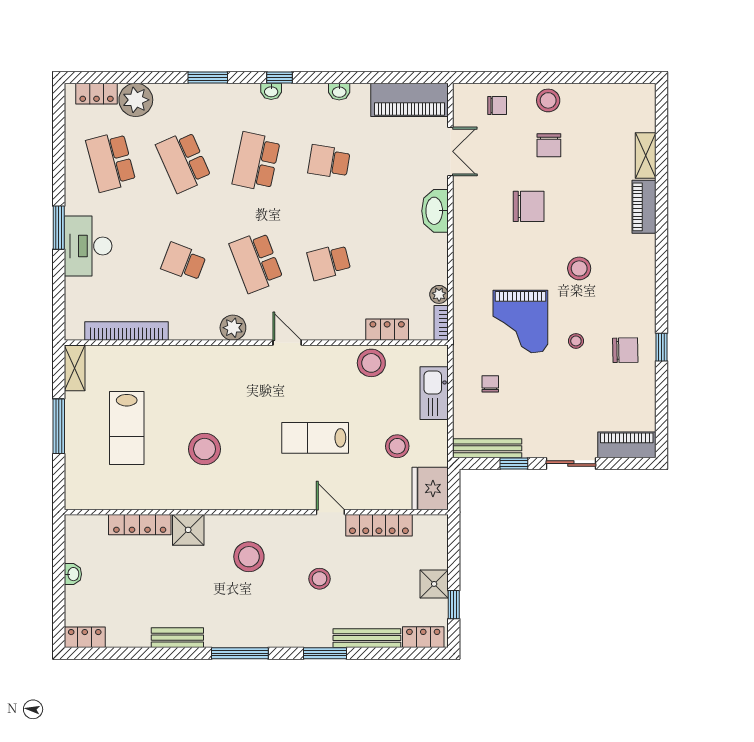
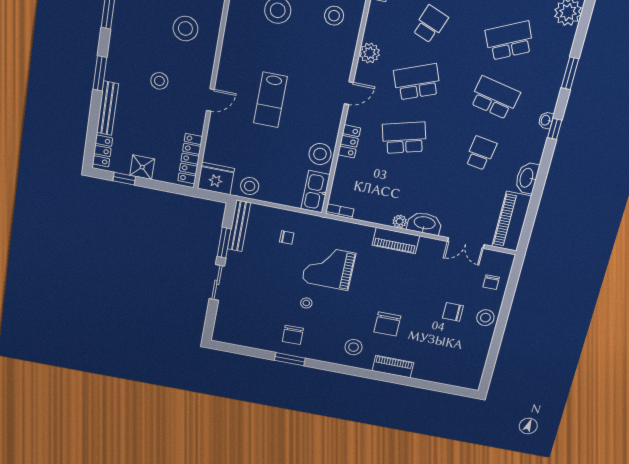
washbasin: (339, 92) -> (527, 178), width x1.91, depth x1.45
shelving: (646, 156) -> (429, 375), removed
chair: (529, 206) -> (387, 324), moved
school desk: (329, 262) -> (404, 138), width x1.85
stool: (579, 268) -> (354, 347), moved
plant: (439, 294) -> (400, 221), moved
locker: (387, 330) -> (349, 141), moved
window: (662, 347) -> (290, 359), width x1.50
stool: (197, 380) -> (334, 16), added
kitchen sink: (434, 393) -> (315, 192), moved, turned -90
lab bench: (315, 438) -> (270, 100), turned 180
piano: (627, 445) -> (396, 241), moved, turned 90
stool: (397, 446) -> (250, 186), moved
window: (514, 464) -> (224, 243), width x1.50
locker: (379, 525) -> (190, 159), moved

